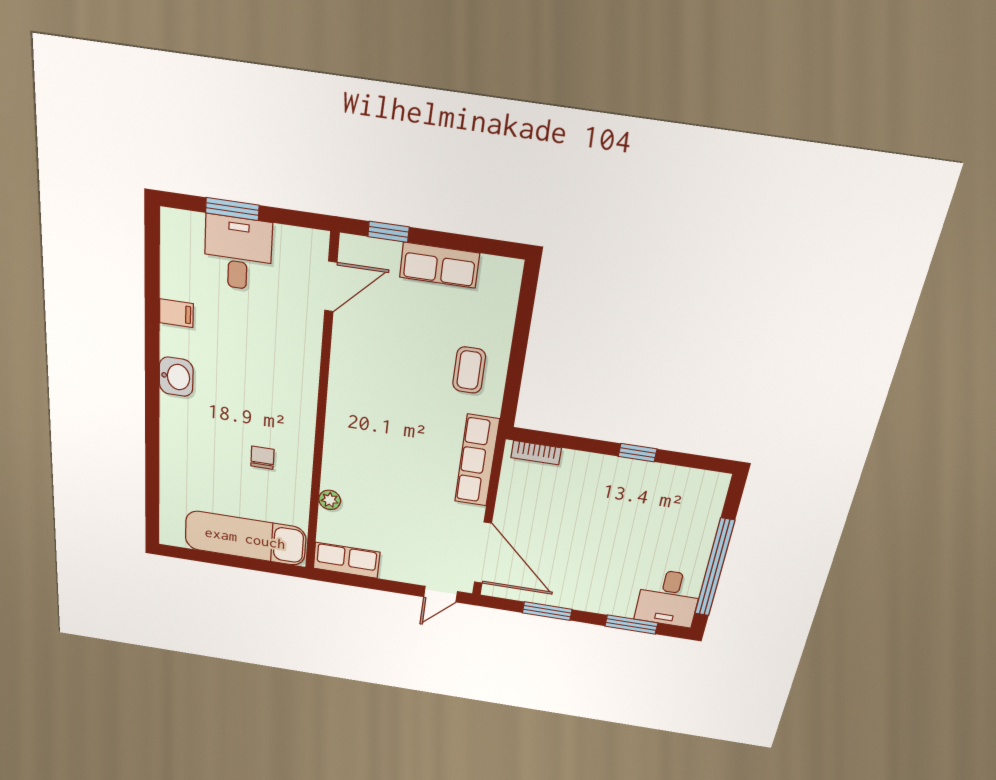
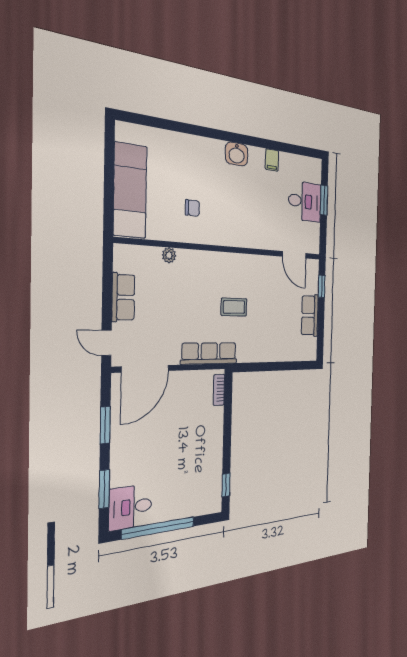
coffee table: (469, 370) -> (234, 307), moved
window: (638, 453) -> (226, 485), moved
row of seats: (346, 560) -> (123, 297), moved

